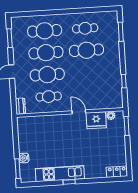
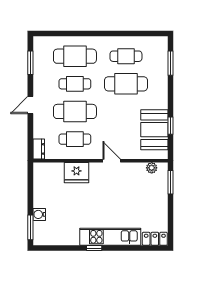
cafe table: (46, 53) -> (75, 84), width x0.73, depth x0.74
booth: (111, 85) -> (154, 130), added
fridge: (96, 120) -> (76, 173), moved
kitchen unit: (60, 174) -> (110, 237), moved

